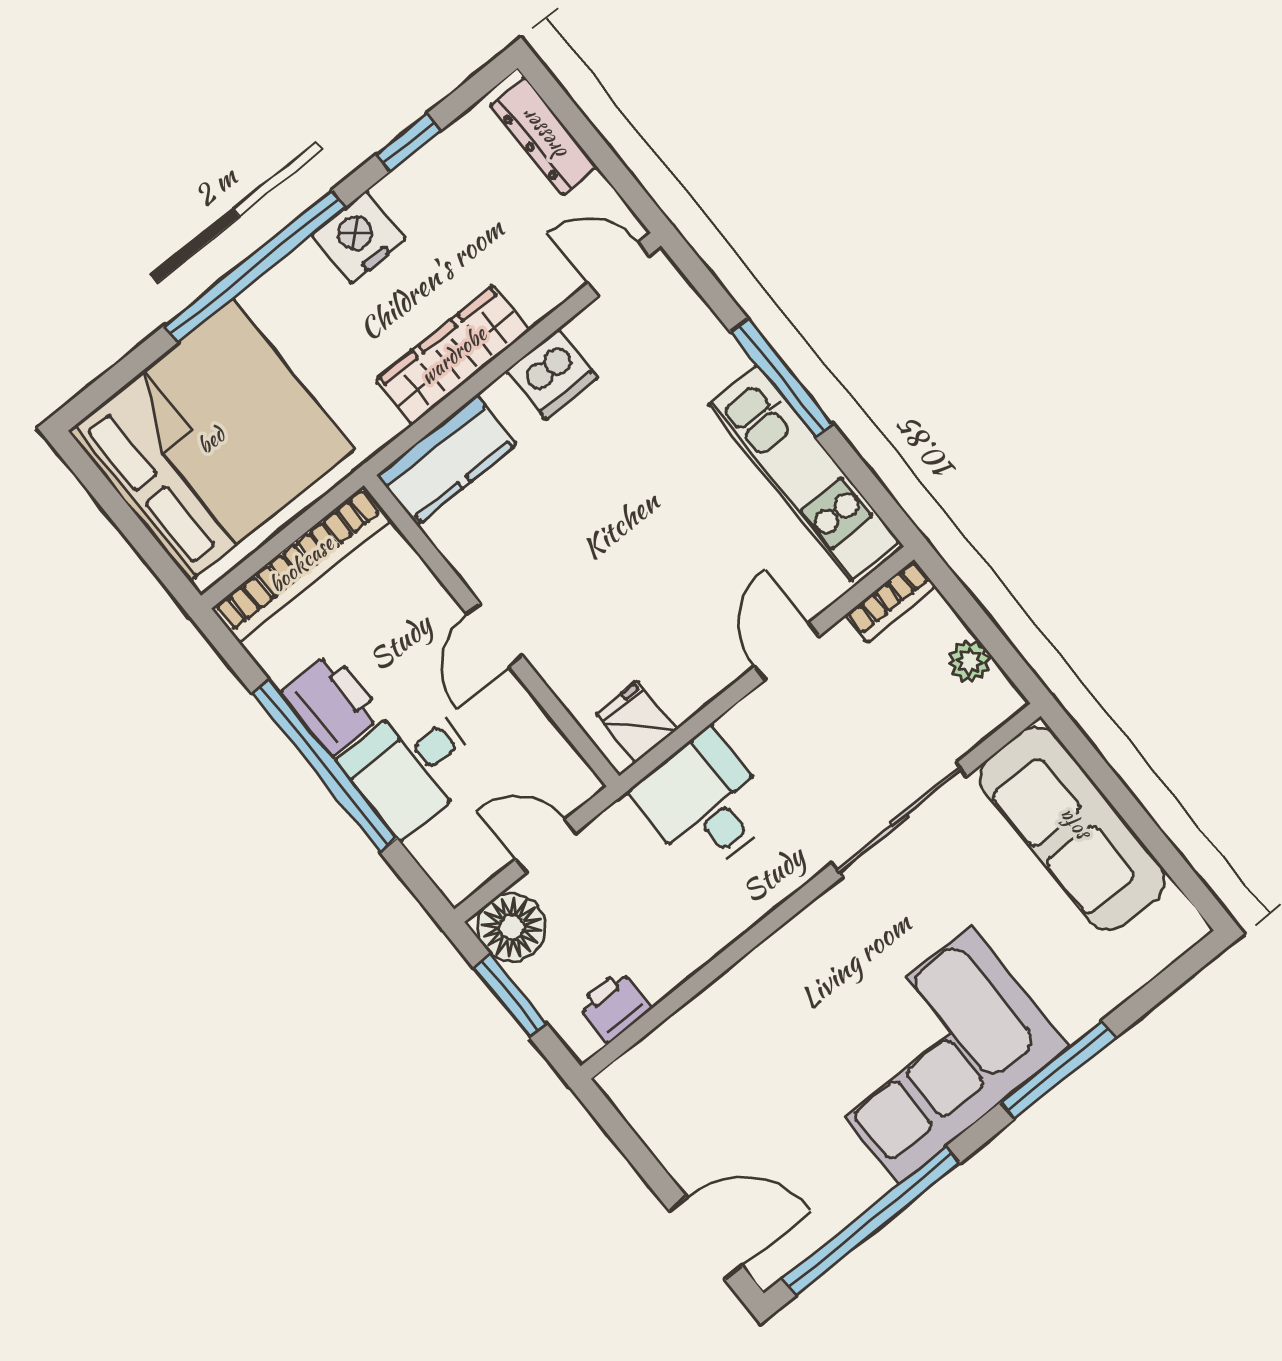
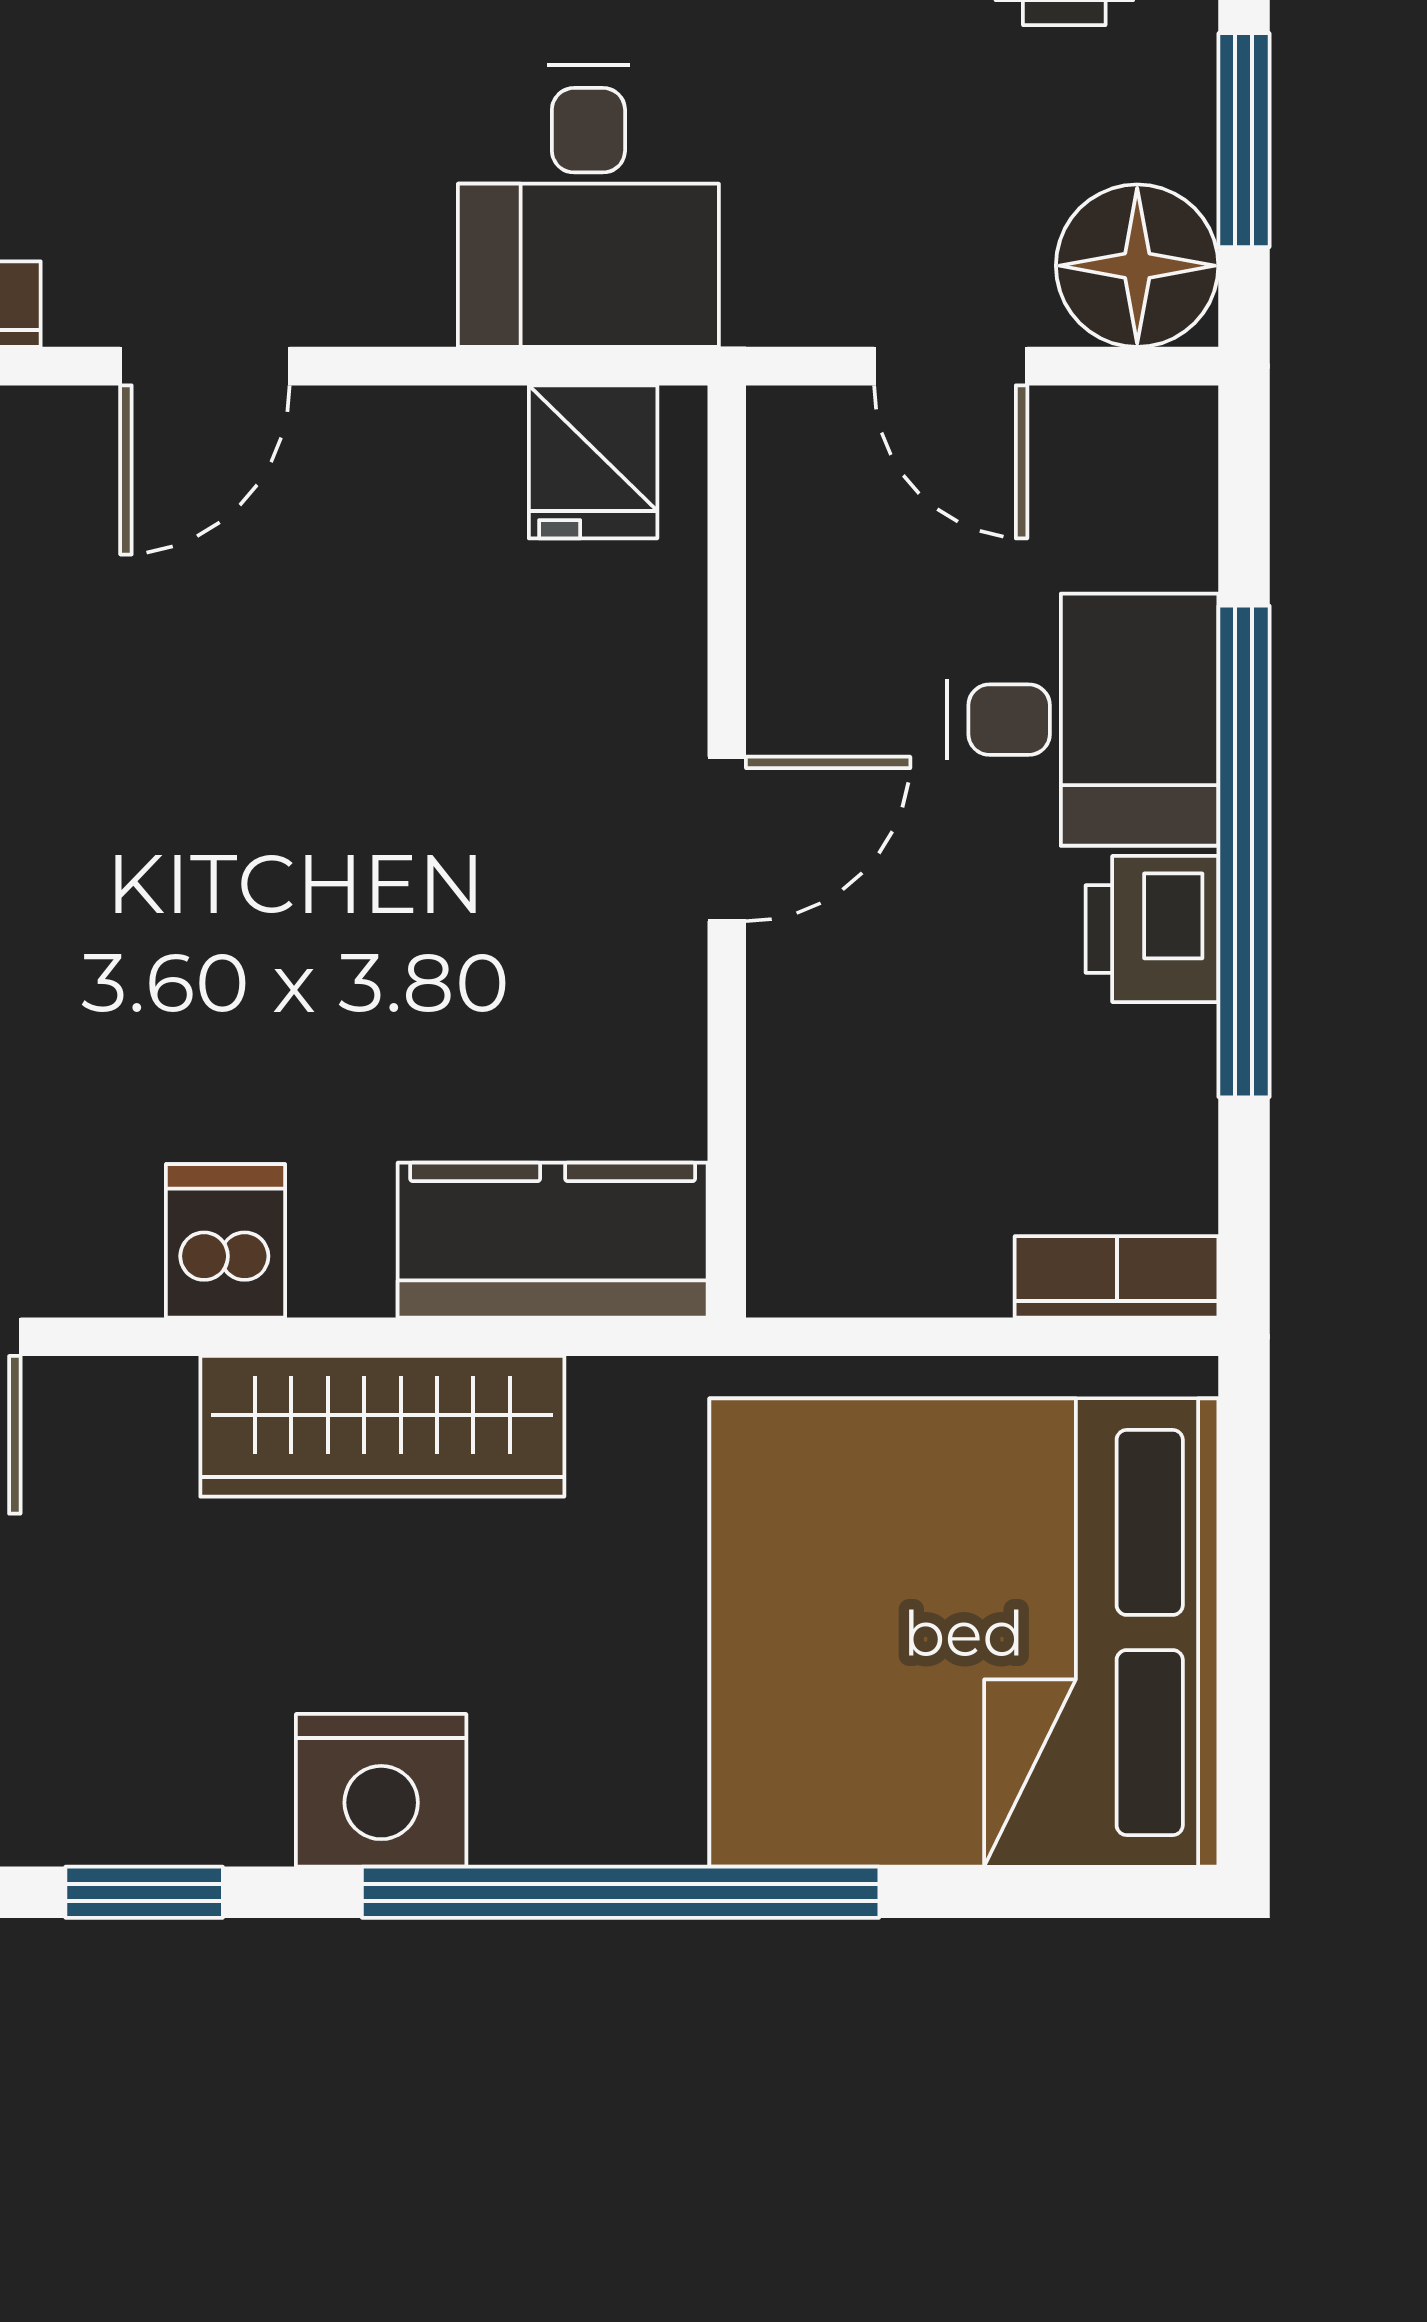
dishwasher: (552, 374) -> (225, 1241), width x0.73
bookcase: (301, 564) -> (1117, 1277), width x0.43, depth x0.76
printer: (332, 704) -> (1152, 929), width x0.73, depth x0.81

